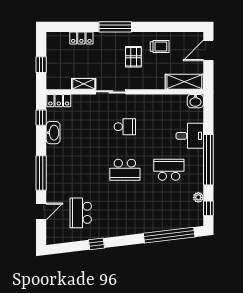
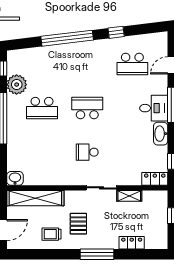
shelving: (184, 82) -> (35, 198), width x1.47
washbasin: (53, 133) -> (161, 134), moved
desk: (190, 136) -> (154, 108), moved, turned 180
plant: (198, 197) -> (17, 85), width x1.87, depth x1.87
school desk: (81, 213) -> (132, 64), turned 90
window: (169, 235) -> (67, 38), moved

